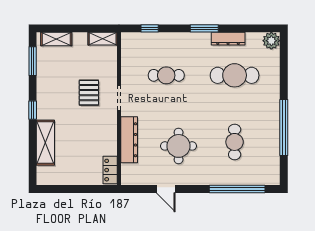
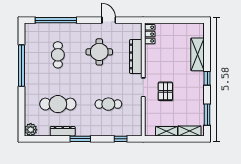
shelving: (103, 39) -> (166, 131), moved

